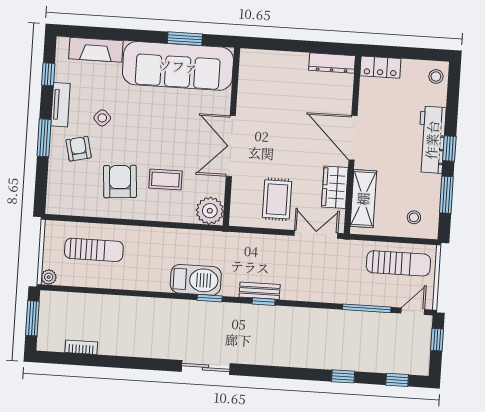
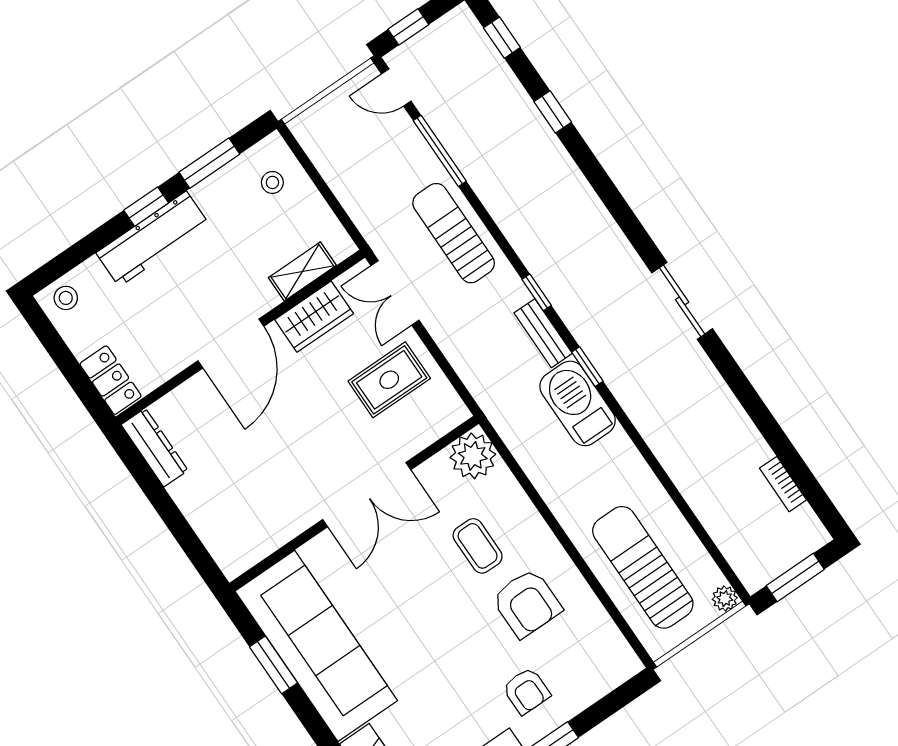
side table: (102, 118) -> (462, 692), removed
armchair: (79, 149) -> (526, 691), turned -77
armchair: (120, 182) -> (527, 603), turned -86
shelving: (363, 199) -> (302, 271), width x0.67, depth x0.75
sun lounger: (94, 250) -> (643, 567), width x1.36, depth x1.34
sun lounger: (398, 263) -> (454, 233), moved
bench: (260, 291) -> (543, 333), moved

